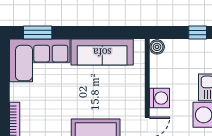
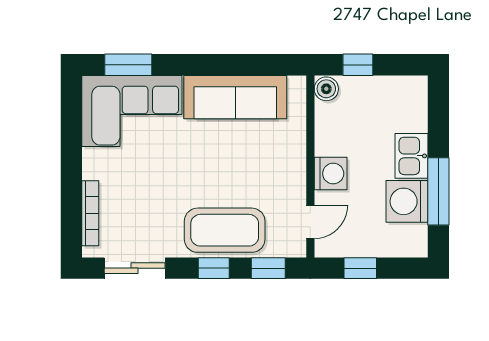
window: (198, 32) -> (358, 65), moved

